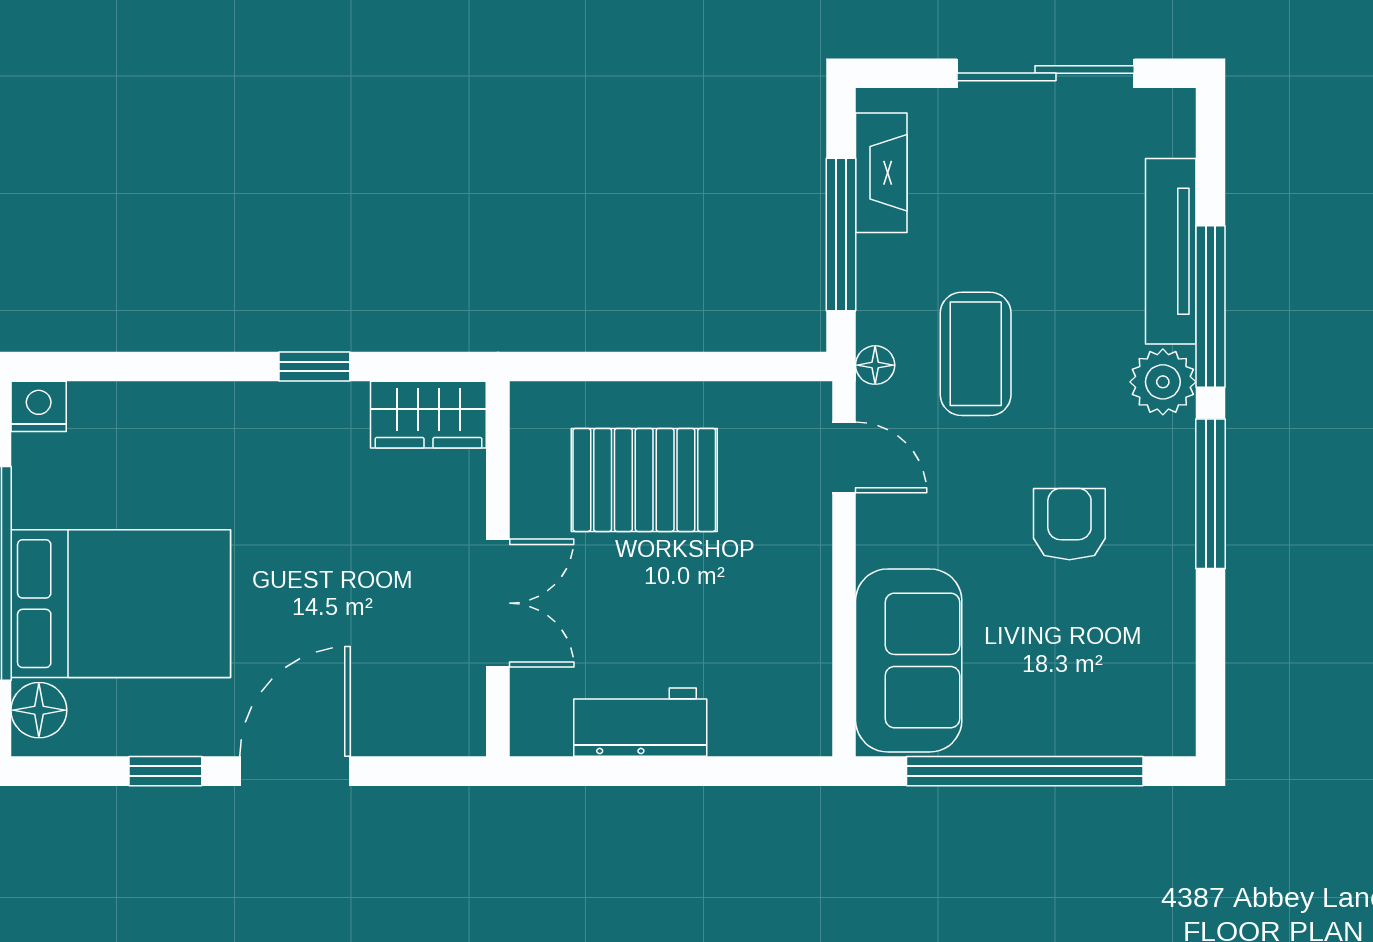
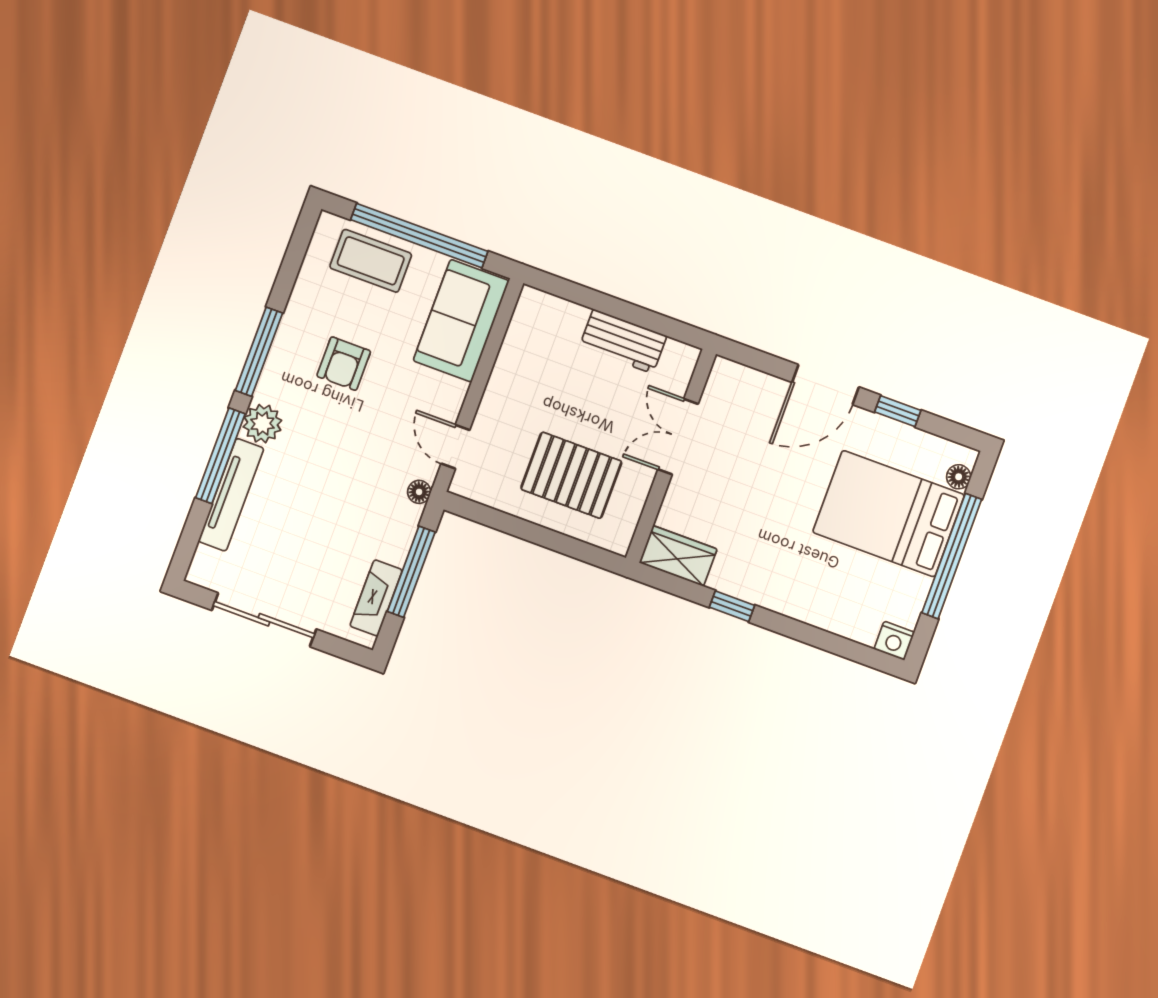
coffee table: (976, 354) -> (371, 261), moved, turned 90
floor lamp: (39, 710) -> (959, 477), width x0.73, depth x0.73

